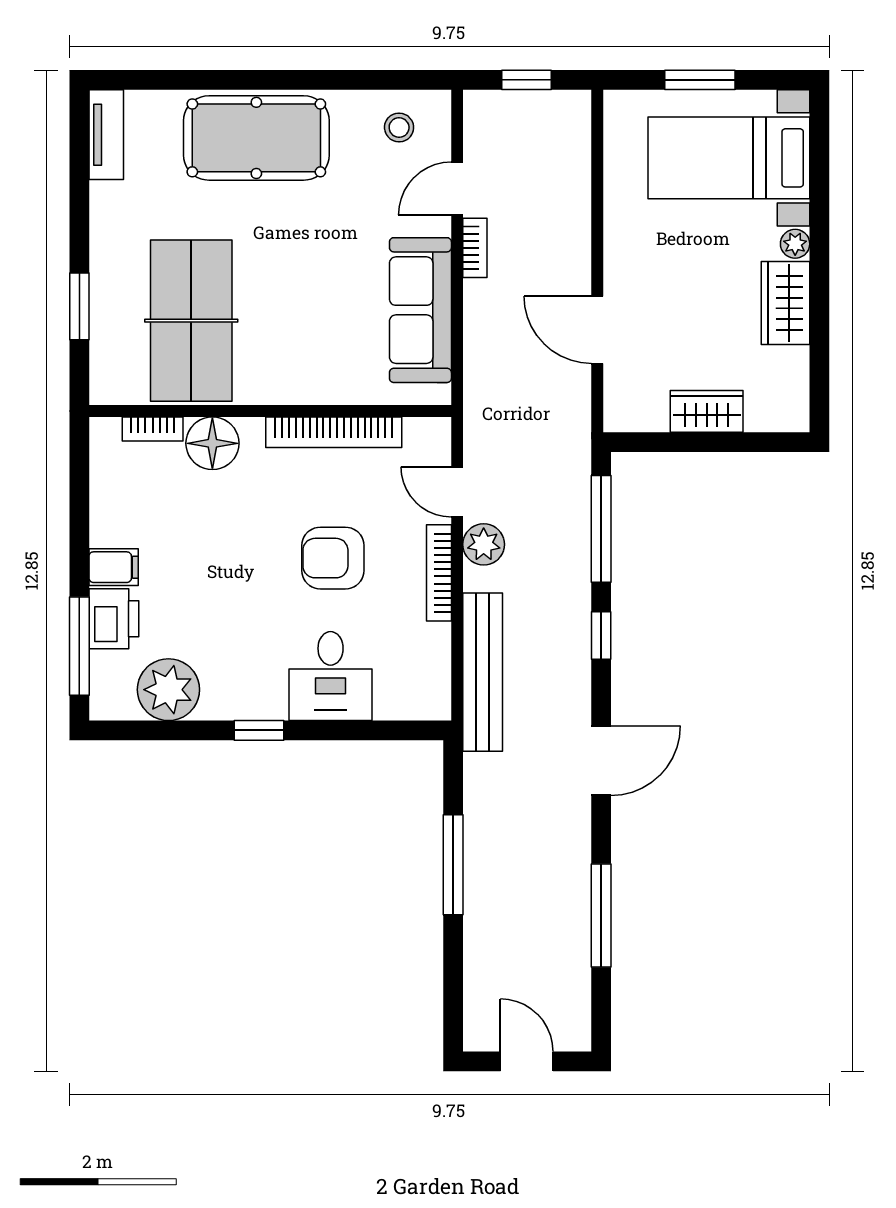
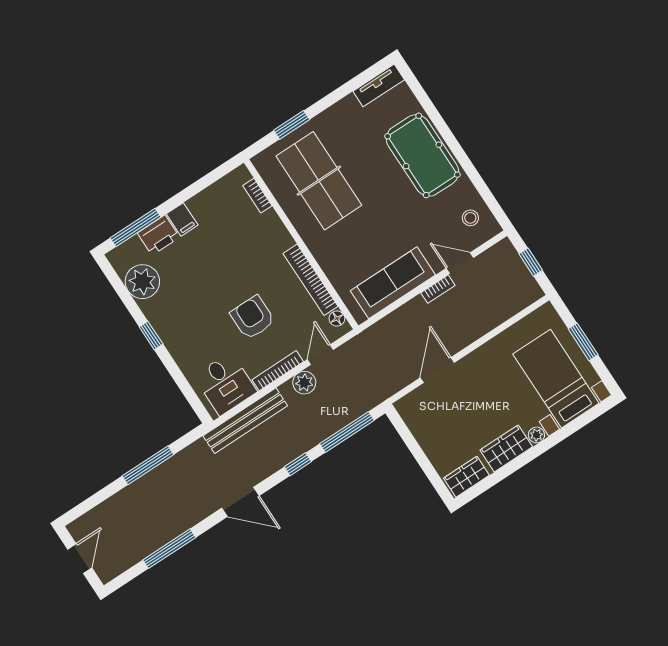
table tennis table: (191, 321) -> (319, 181), turned 90
wardrobe: (707, 411) -> (466, 477), moved, turned -90
floor lamp: (212, 443) -> (337, 319), moved, width x0.53, depth x0.53
desk: (331, 676) -> (225, 384), moved, turned -90

